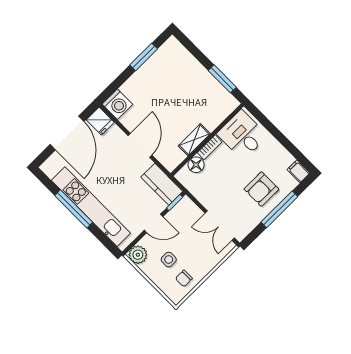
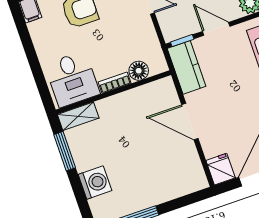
washing machine: (117, 104) -> (95, 183), moved, turned 90
shelving: (194, 140) -> (78, 116), moved
door: (140, 145) -> (190, 122), hinge flipped

